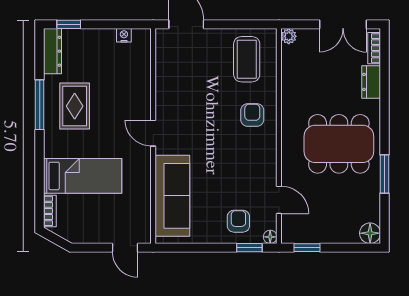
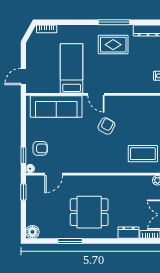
armchair: (252, 115) -> (106, 126), moved, turned -61
door: (153, 133) -> (96, 94), swing flipped
dining table: (339, 144) -> (89, 212), width x0.73
bed: (83, 176) -> (72, 68), moved, turned 180

